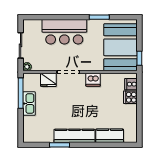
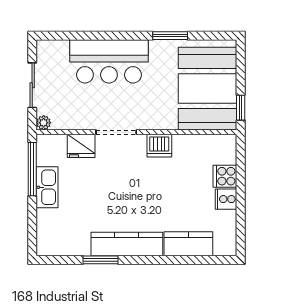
cooker: (131, 84) -> (226, 199), moved

